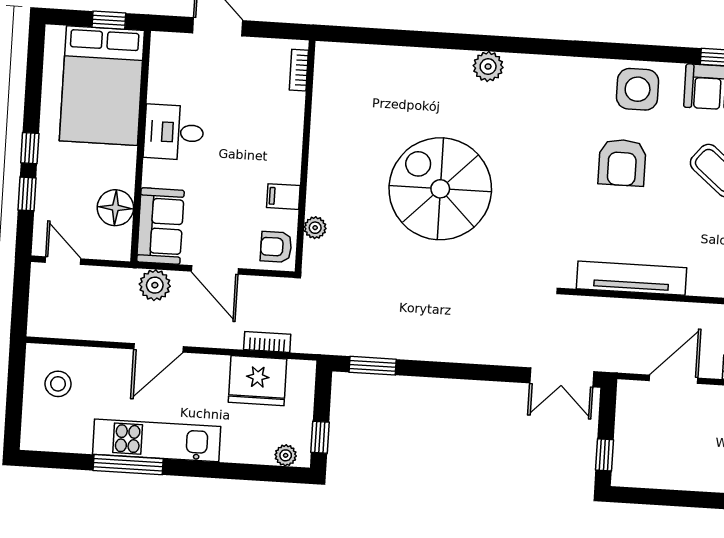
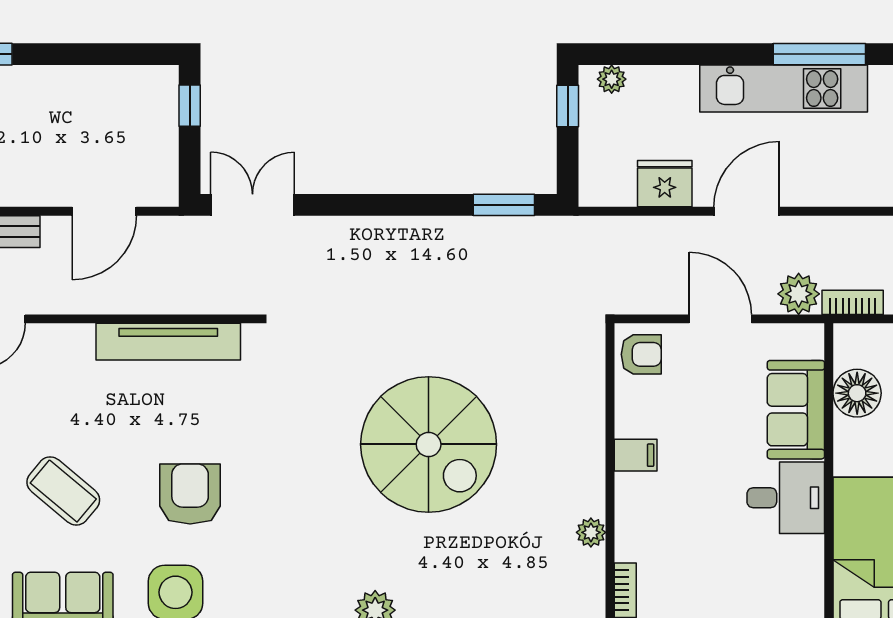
filing cabinet: (283, 197) -> (636, 455), moved
sofa: (160, 226) -> (796, 410), moved
plant: (315, 228) -> (591, 532), moved
bookcase: (267, 342) -> (853, 302), moved, turned 180
door: (158, 348) -> (747, 211), moved
fridge: (258, 381) -> (665, 184), width x0.73, depth x0.75

